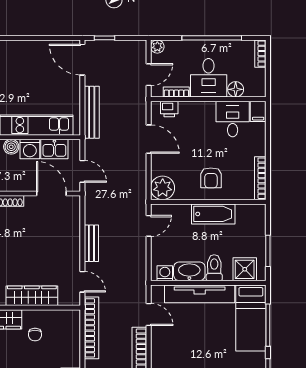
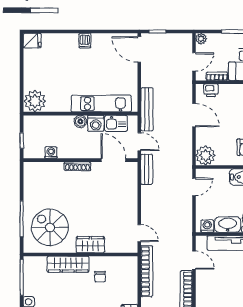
dishwasher: (17, 49) -> (85, 41), added
bench: (92, 112) -> (147, 109), moved
bench: (91, 243) -> (147, 169), moved
wardrobe: (32, 296) -> (90, 245), width x0.67

